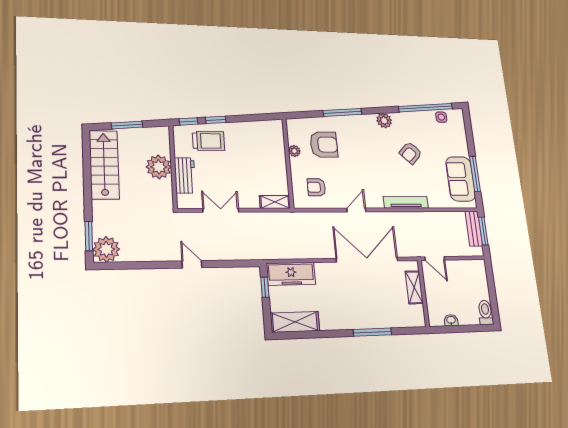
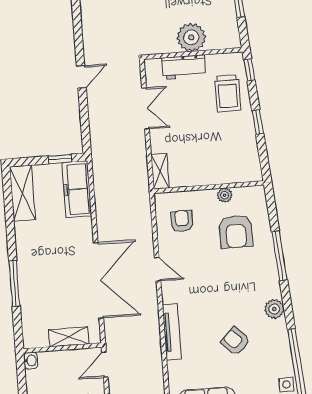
window: (216, 120) -> (258, 122), moved
washbasin: (451, 320) -> (31, 360), moved

